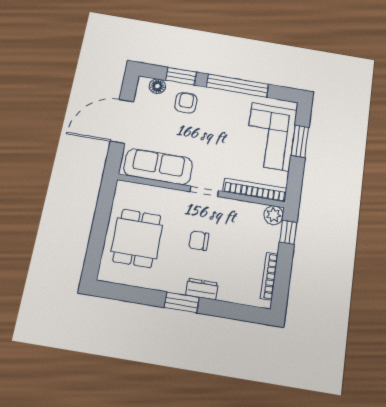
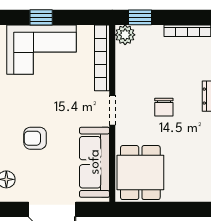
armchair: (186, 103) -> (35, 138), moved
window: (300, 141) -> (41, 17), width x0.67
dining table: (137, 238) -> (140, 173), moved, turned 90

